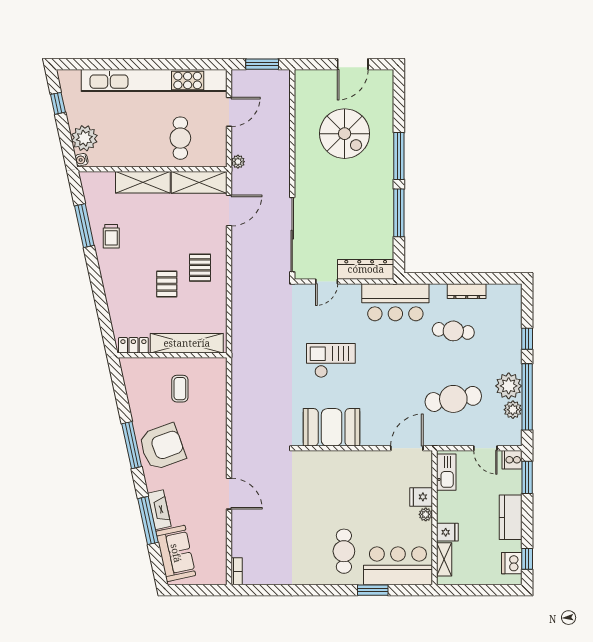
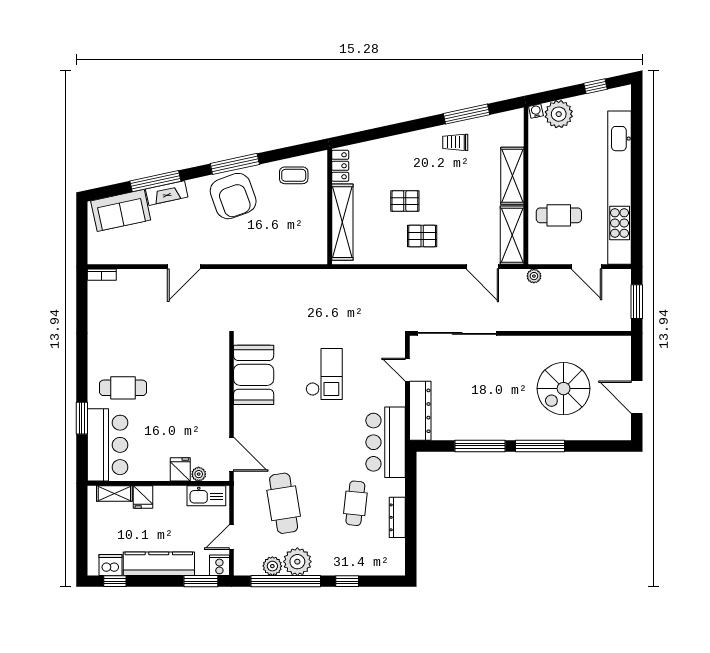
coffee table: (180, 389) -> (294, 175), moved
plant: (426, 514) -> (199, 474), moved
kitchen counter: (511, 517) -> (159, 564), width x1.50

